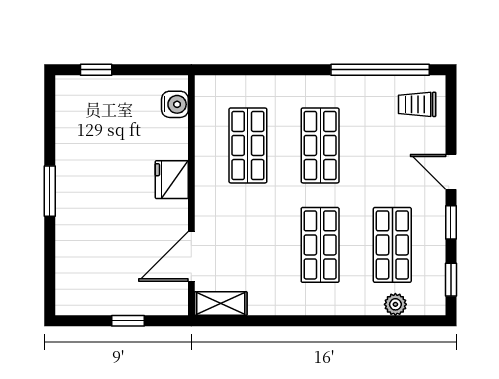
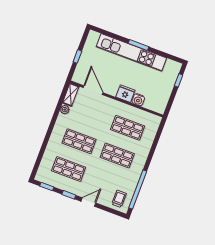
water cooler: (175, 104) -> (138, 100), moved
kitchen unit: (73, 201) -> (131, 52), added
plant: (395, 304) -> (65, 110), moved

